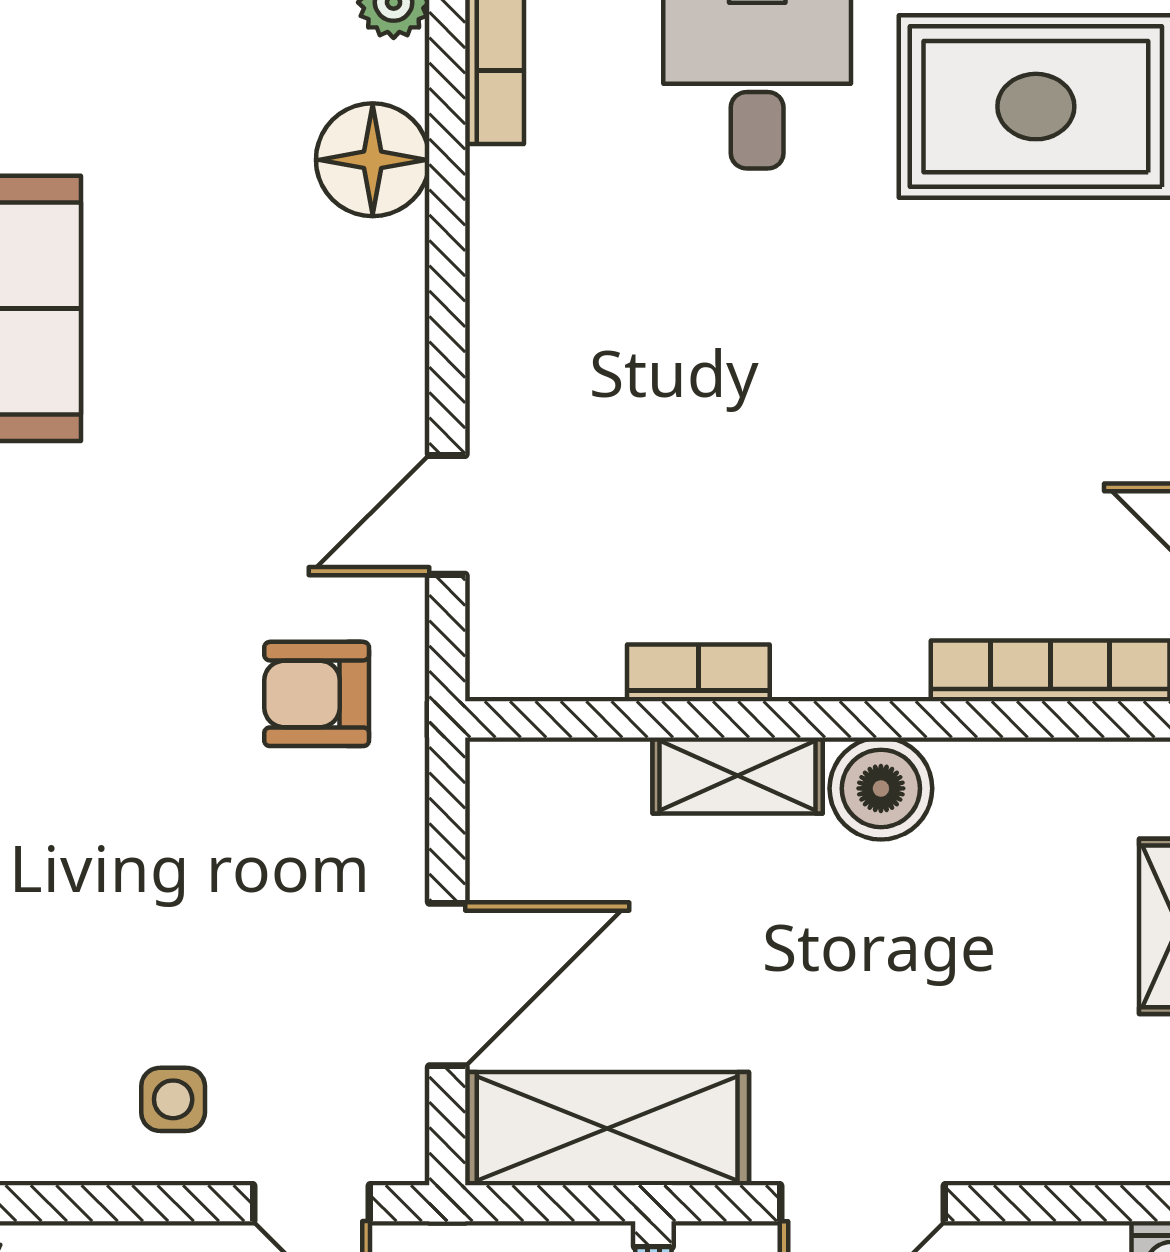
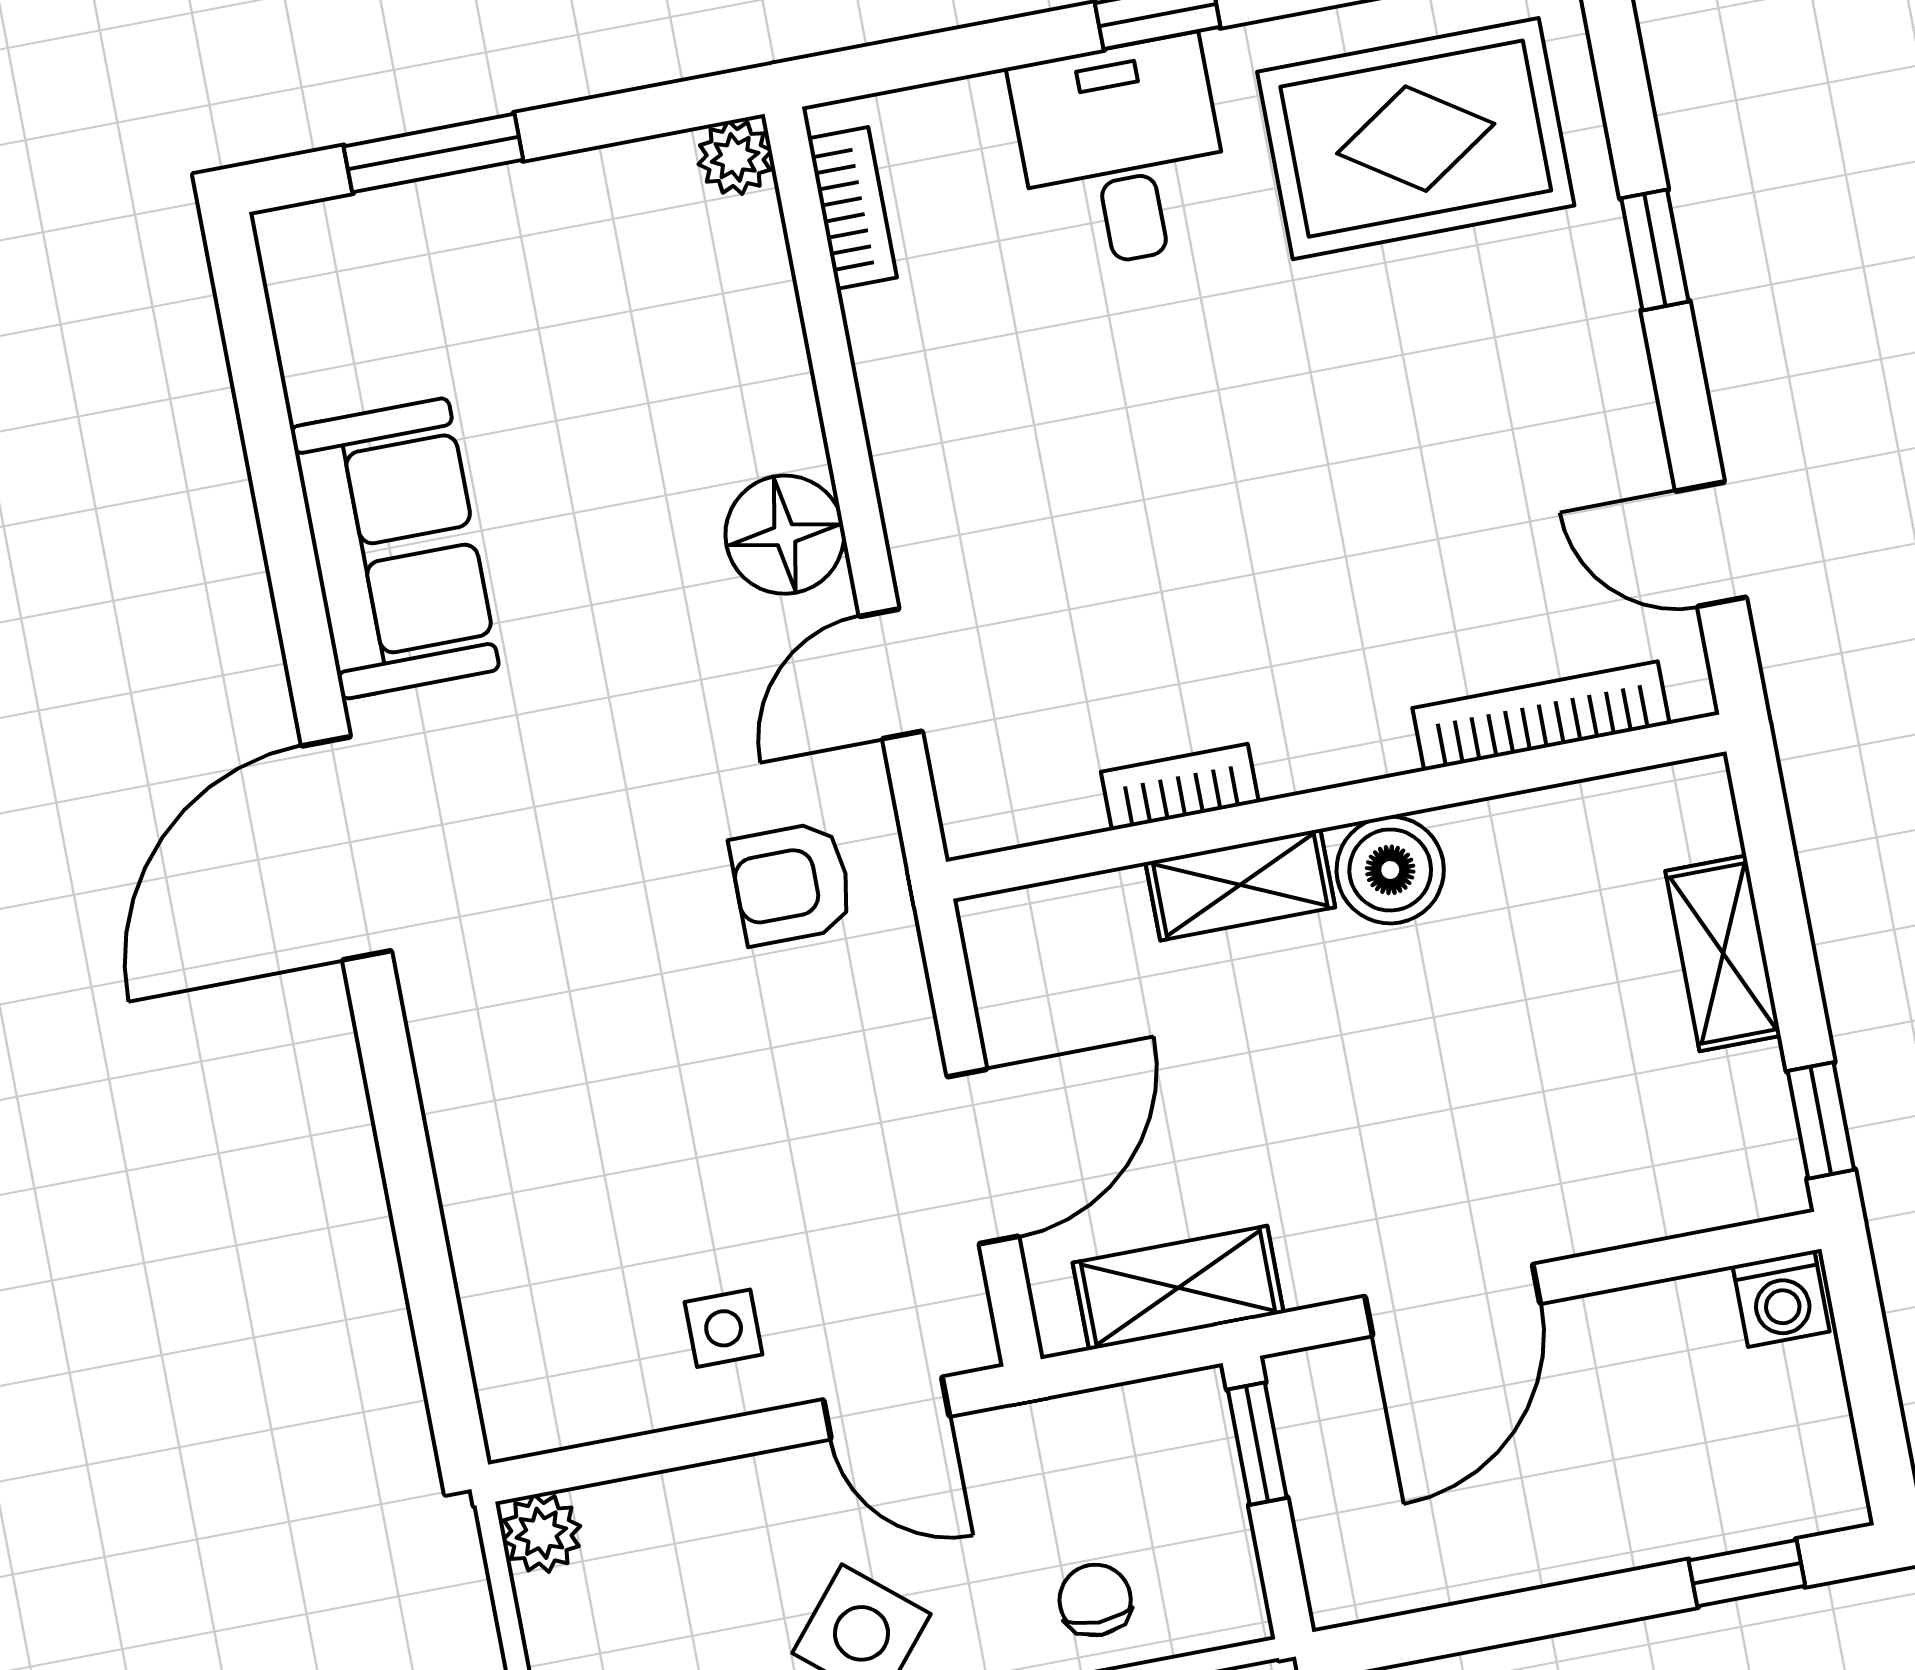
floor lamp: (373, 160) -> (785, 535), moved
shelving: (607, 1129) -> (1178, 1288), width x0.67, depth x0.75

